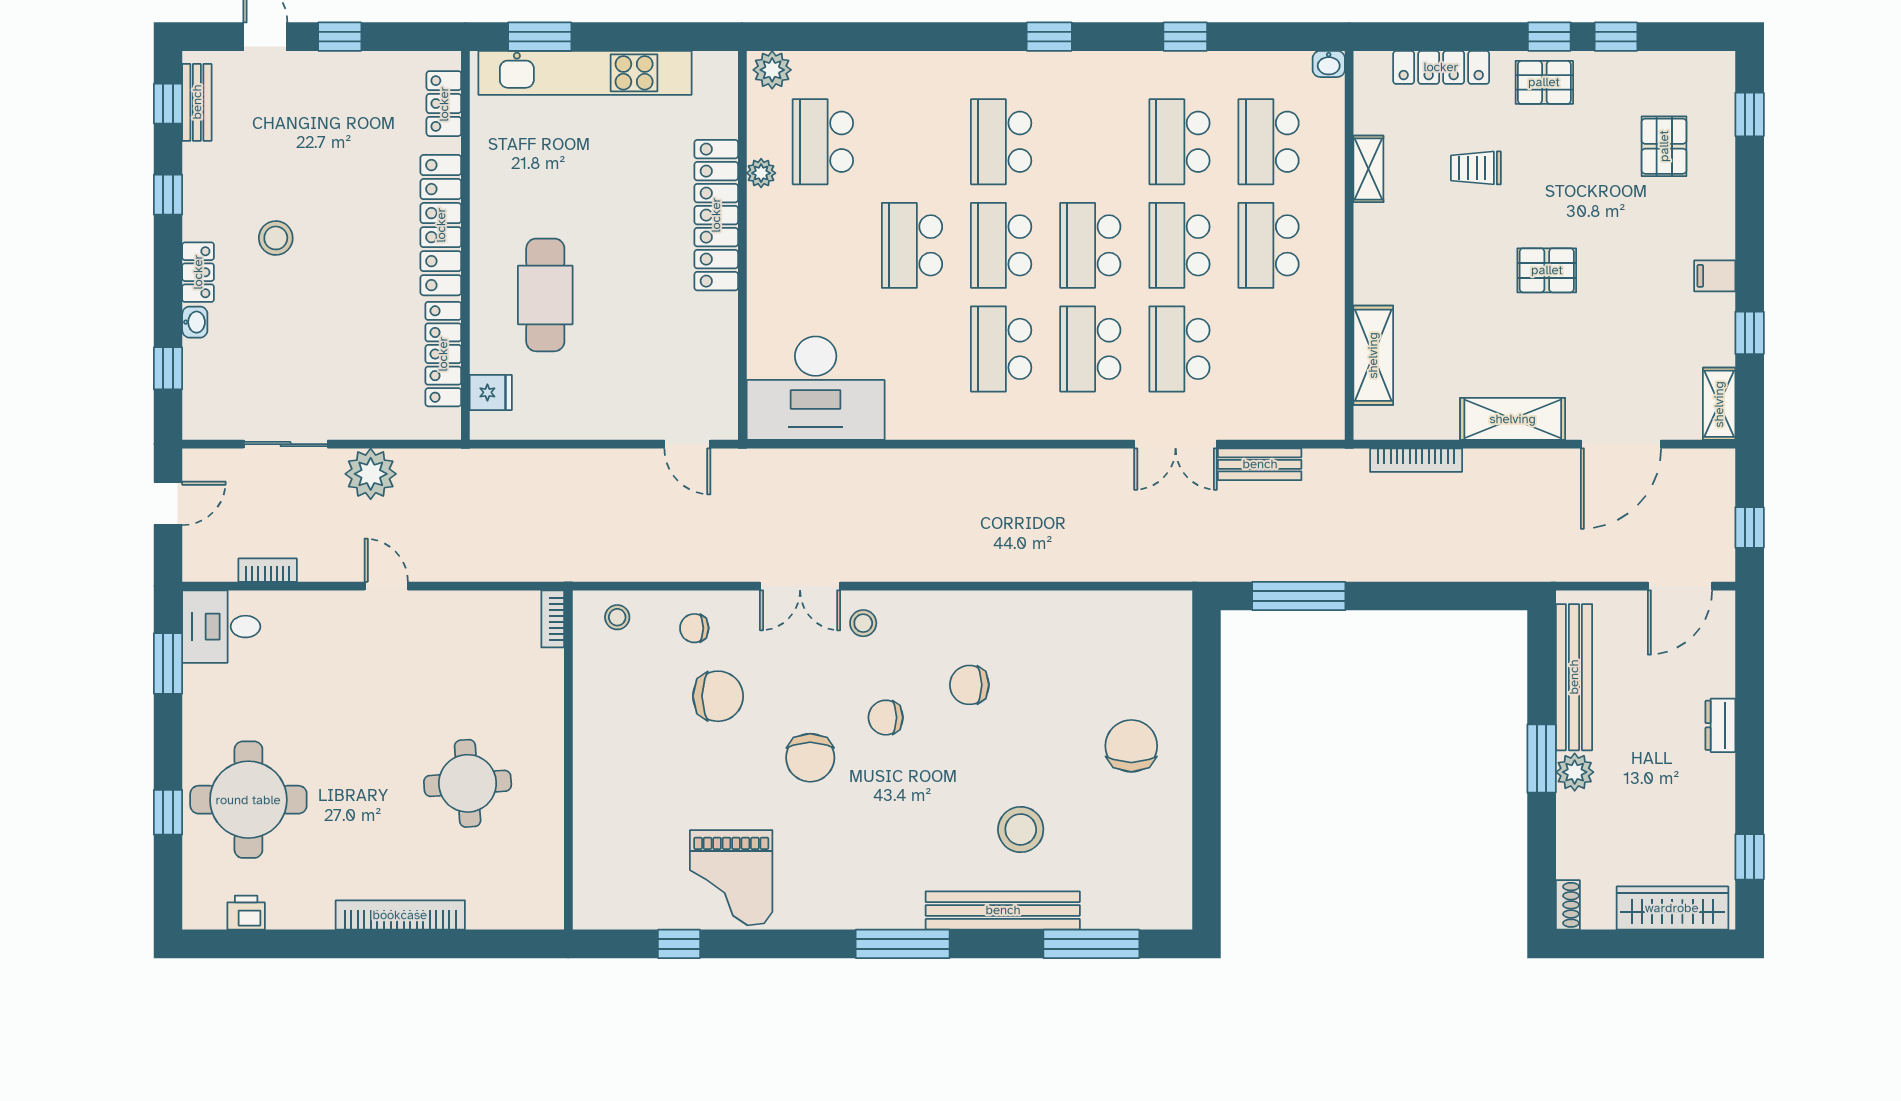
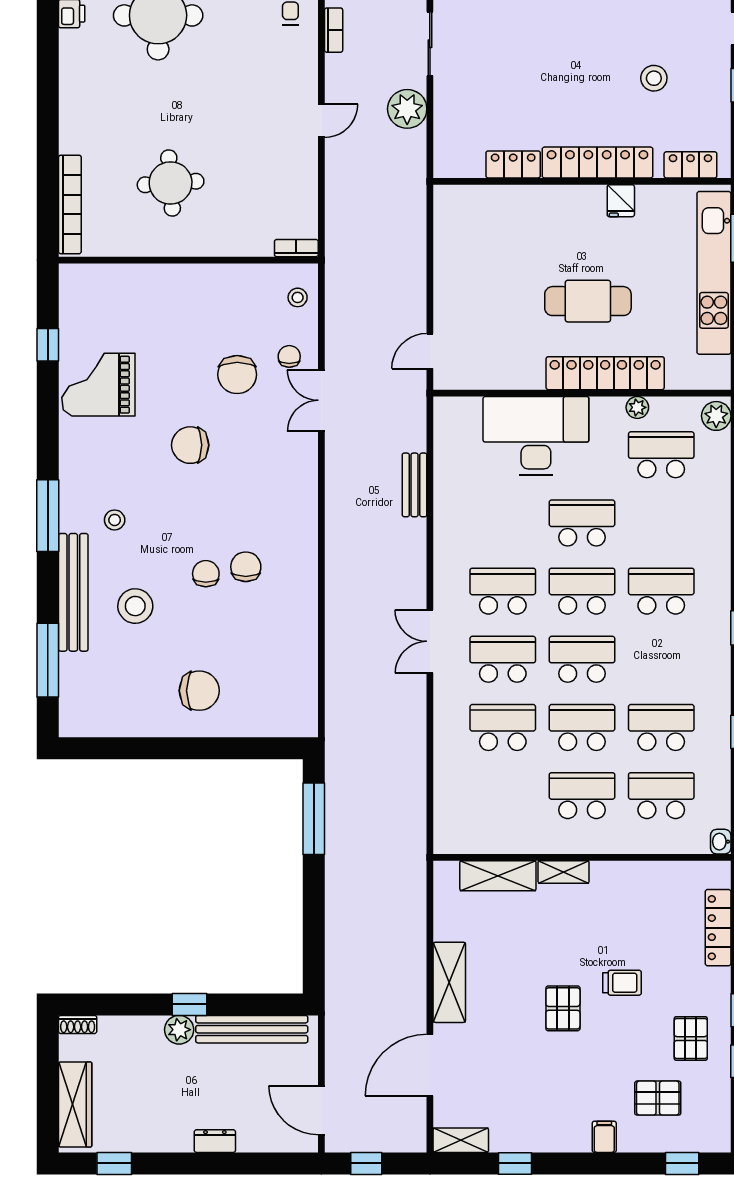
pallet: (1544, 82) -> (691, 1039), moved
trolley: (1476, 168) -> (622, 983), moved, turned 90
shelving: (1368, 169) -> (564, 872), moved
stool: (276, 238) -> (654, 78), moved
filing cabinet: (1715, 276) -> (604, 1137), moved
cafe table: (545, 295) -> (588, 301), moved
locker: (443, 354) -> (513, 164), width x0.66
desk: (816, 388) -> (536, 436), moved, turned 90
fridge: (491, 392) -> (621, 201), moved
double door: (1176, 444) -> (430, 641), moved
door: (1621, 444) -> (430, 1065), hinge flipped
bookcase: (1416, 460) -> (418, 908), removed
bench: (1260, 464) -> (415, 485), moved
double door: (800, 586) -> (321, 400), moved
stool: (863, 623) -> (115, 520), moved
chair: (886, 718) -> (206, 574), moved
window: (1542, 759) -> (190, 1004), width x0.67
bookcase: (400, 915) -> (70, 204), moved

